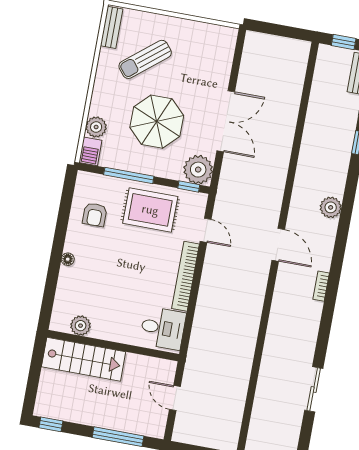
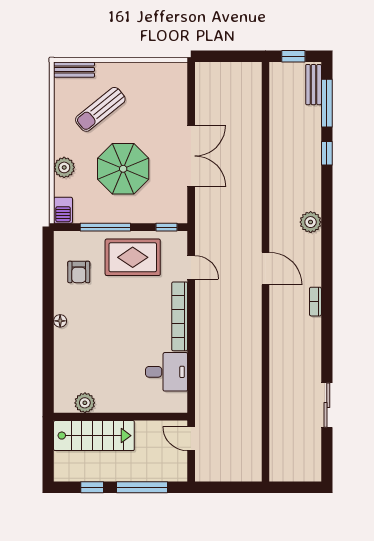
bench: (112, 27) -> (74, 70), moved, turned 90
plant: (96, 127) -> (64, 167), moved
plant: (198, 170) -> (173, 209), removed
plant: (81, 326) -> (85, 403), moved
wall: (113, 346) -> (121, 417), moved
stairs: (84, 359) -> (94, 436), moved
window: (51, 424) -> (92, 487), moved

